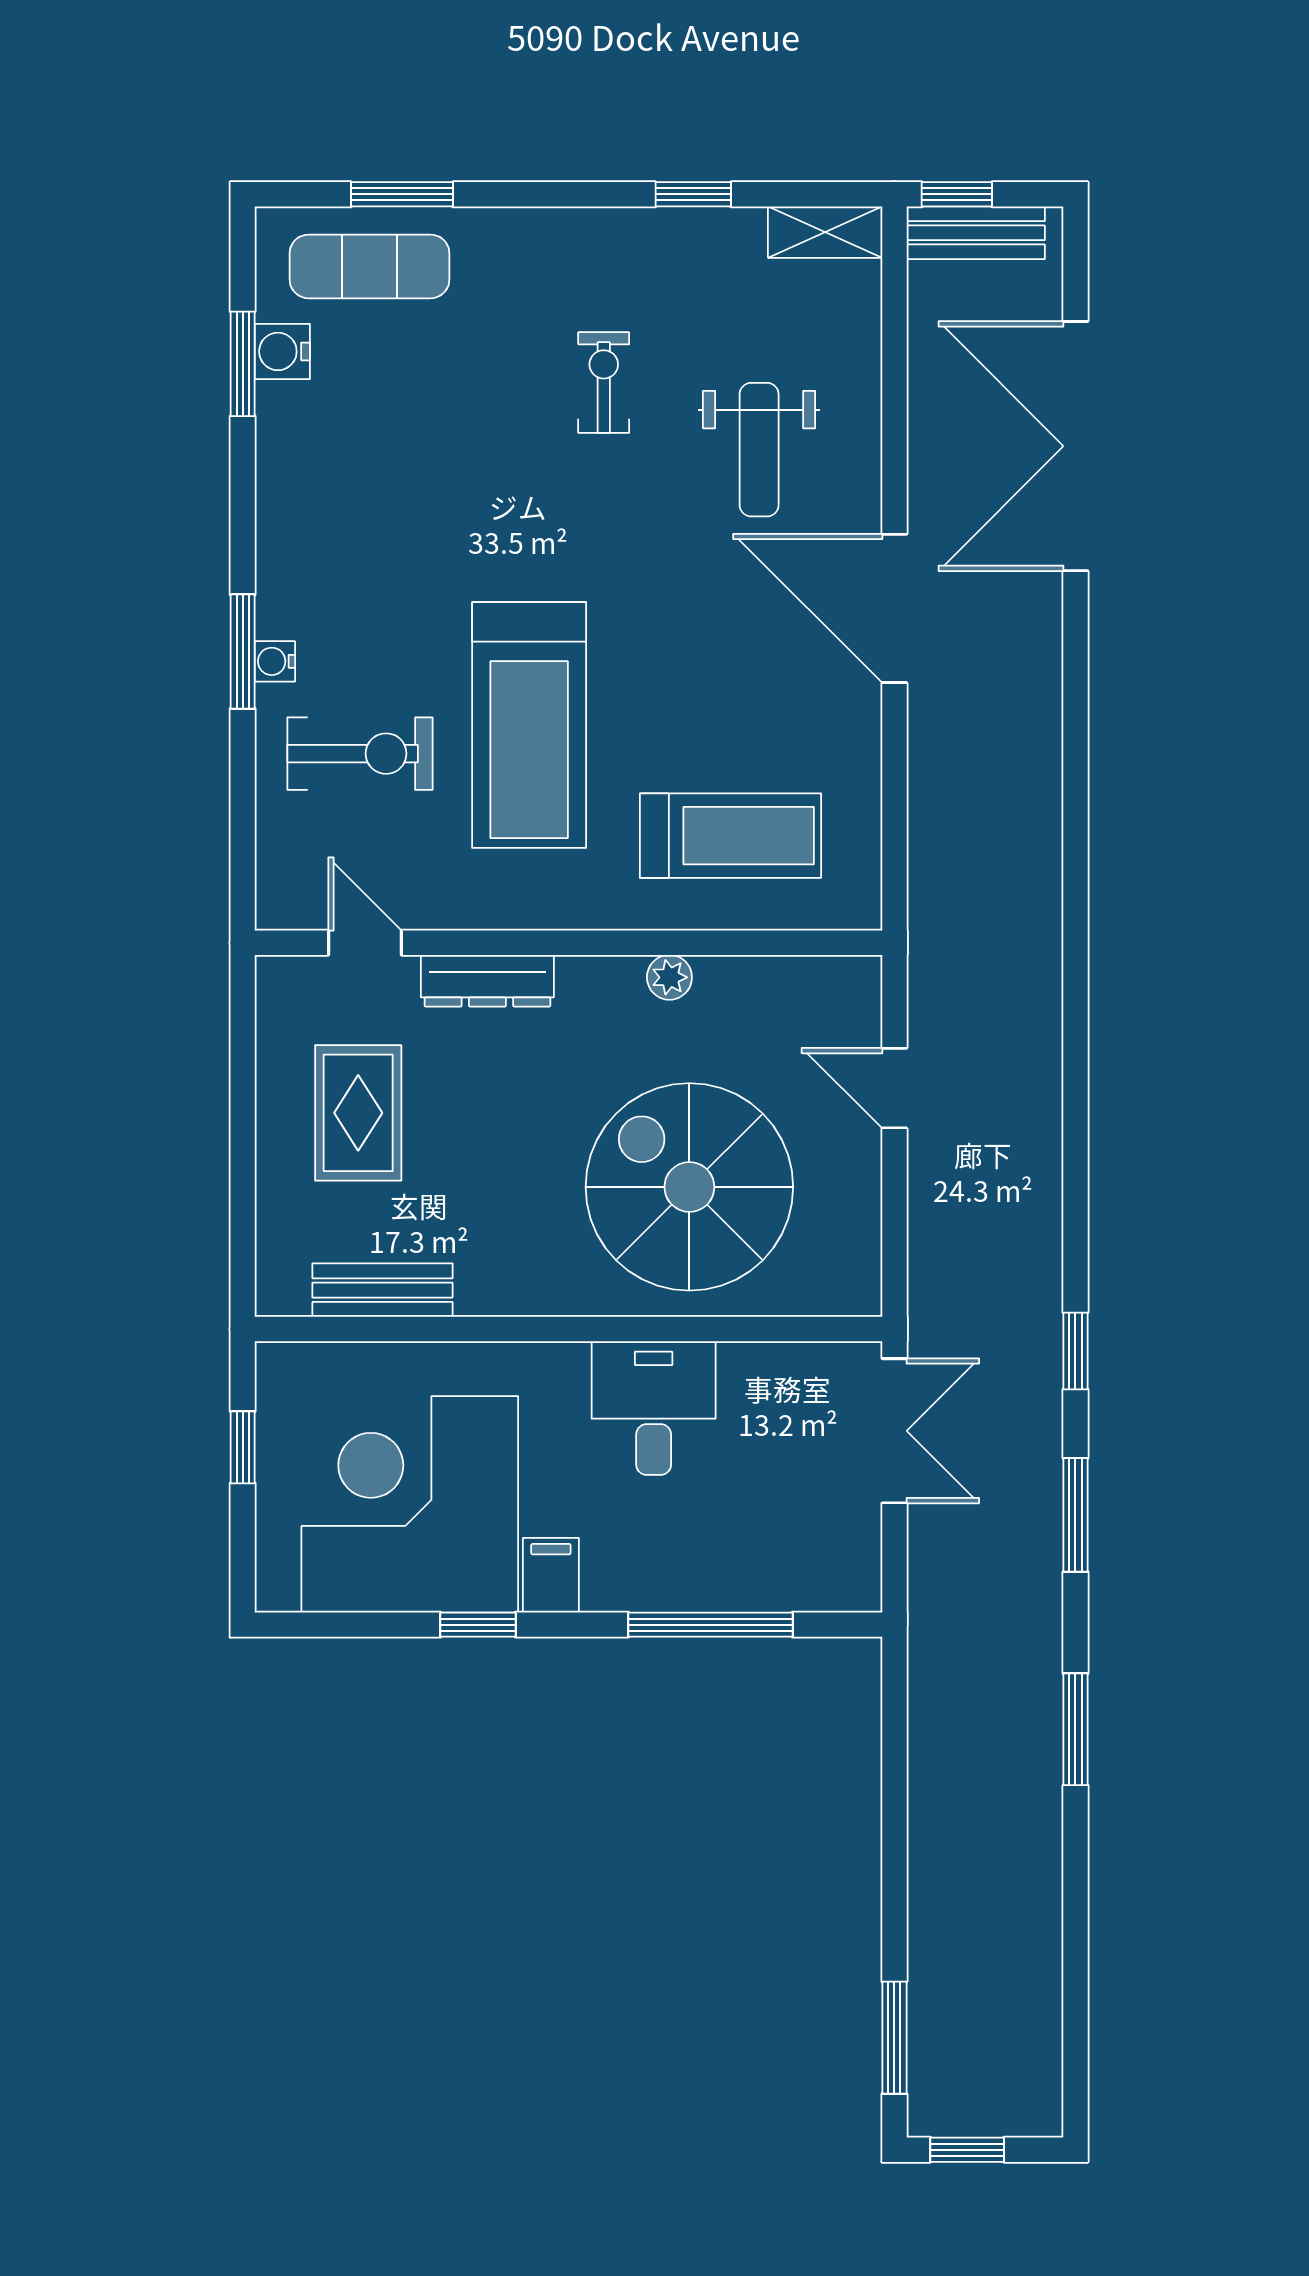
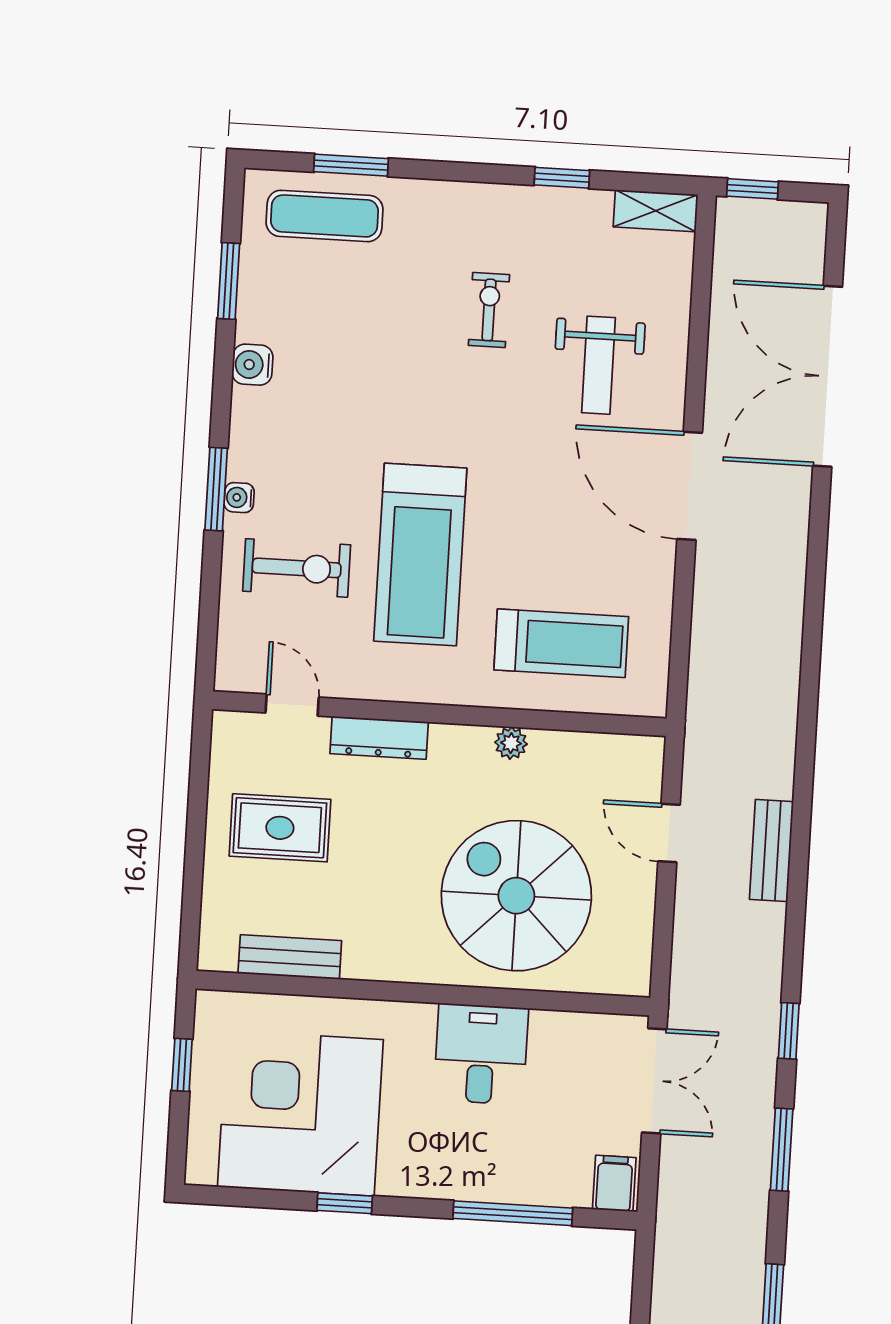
bench: (976, 233) -> (771, 851), moved, turned 90
water cooler: (282, 351) -> (252, 365), moved
rug: (358, 1113) -> (280, 828), turned 90
filing cabinet: (551, 1575) -> (614, 1183), moved

